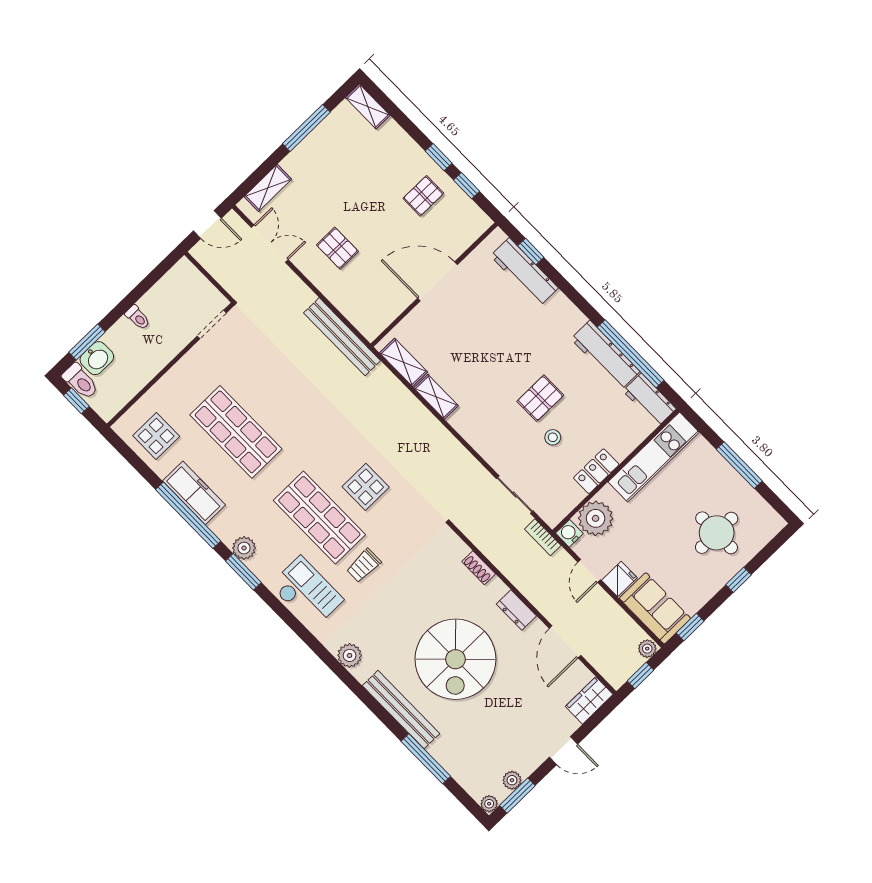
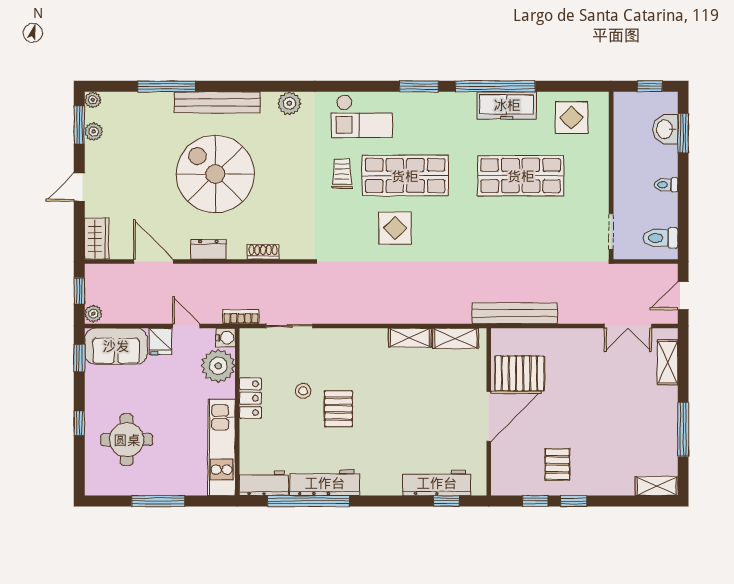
pallet: (337, 248) -> (520, 373), moved, width x1.50, depth x1.42
toilet: (80, 381) -> (660, 238), moved
plant: (244, 548) -> (435, 103), removed

